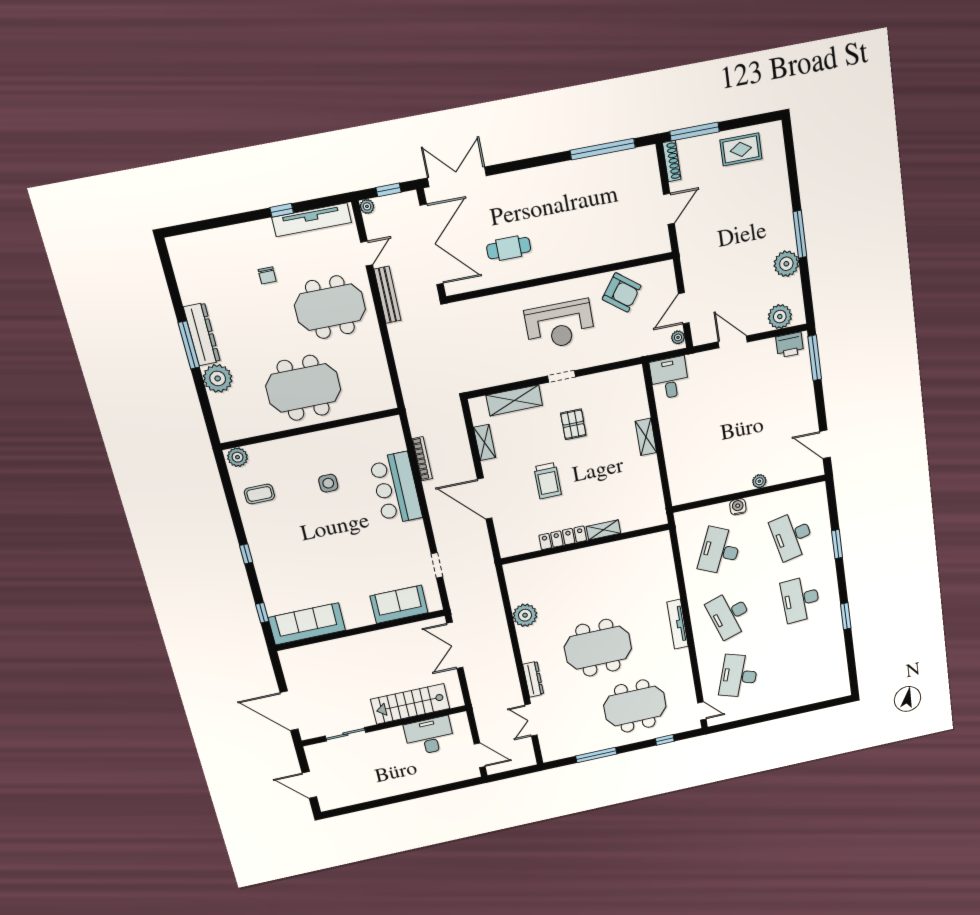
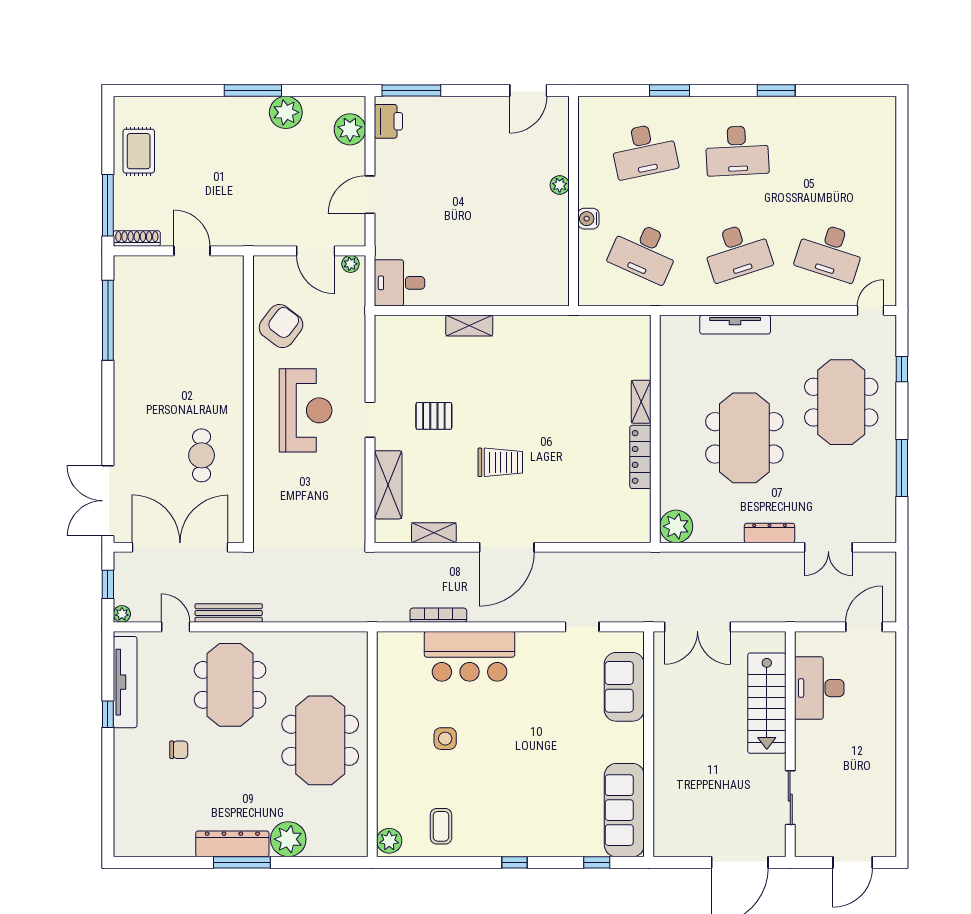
shelving: (603, 530) -> (641, 402), moved
locker: (563, 538) -> (640, 457), moved
wall: (585, 544) -> (655, 429), moved

